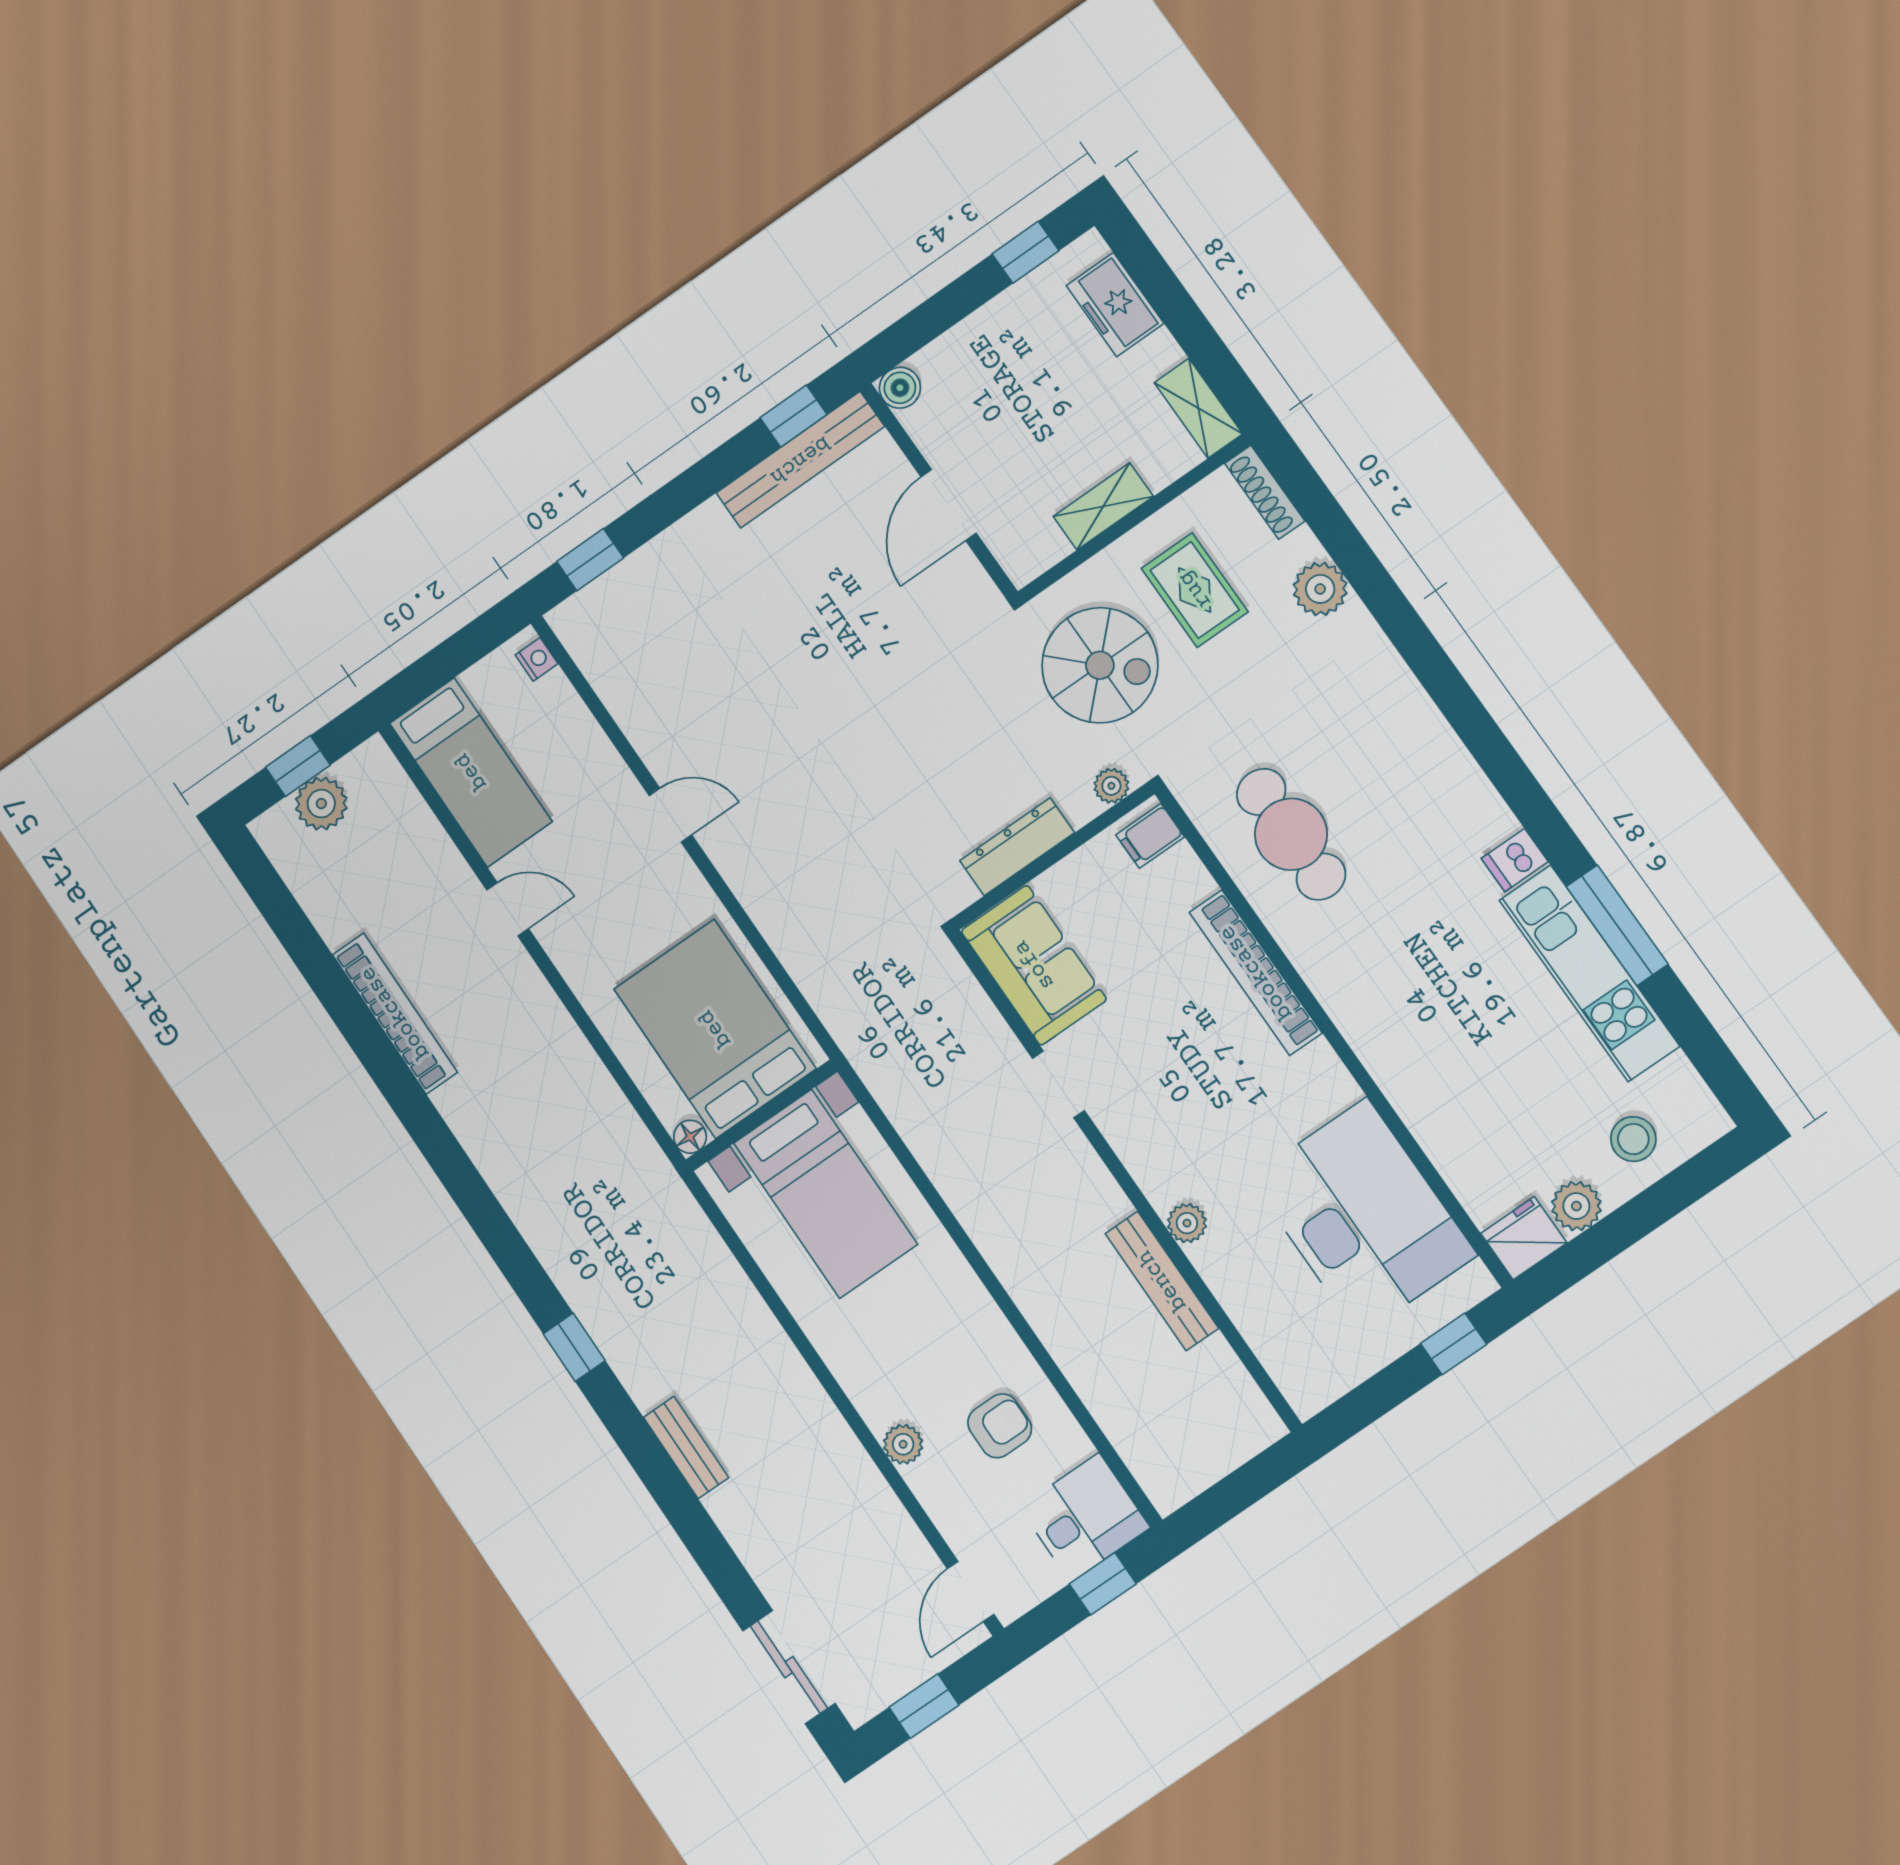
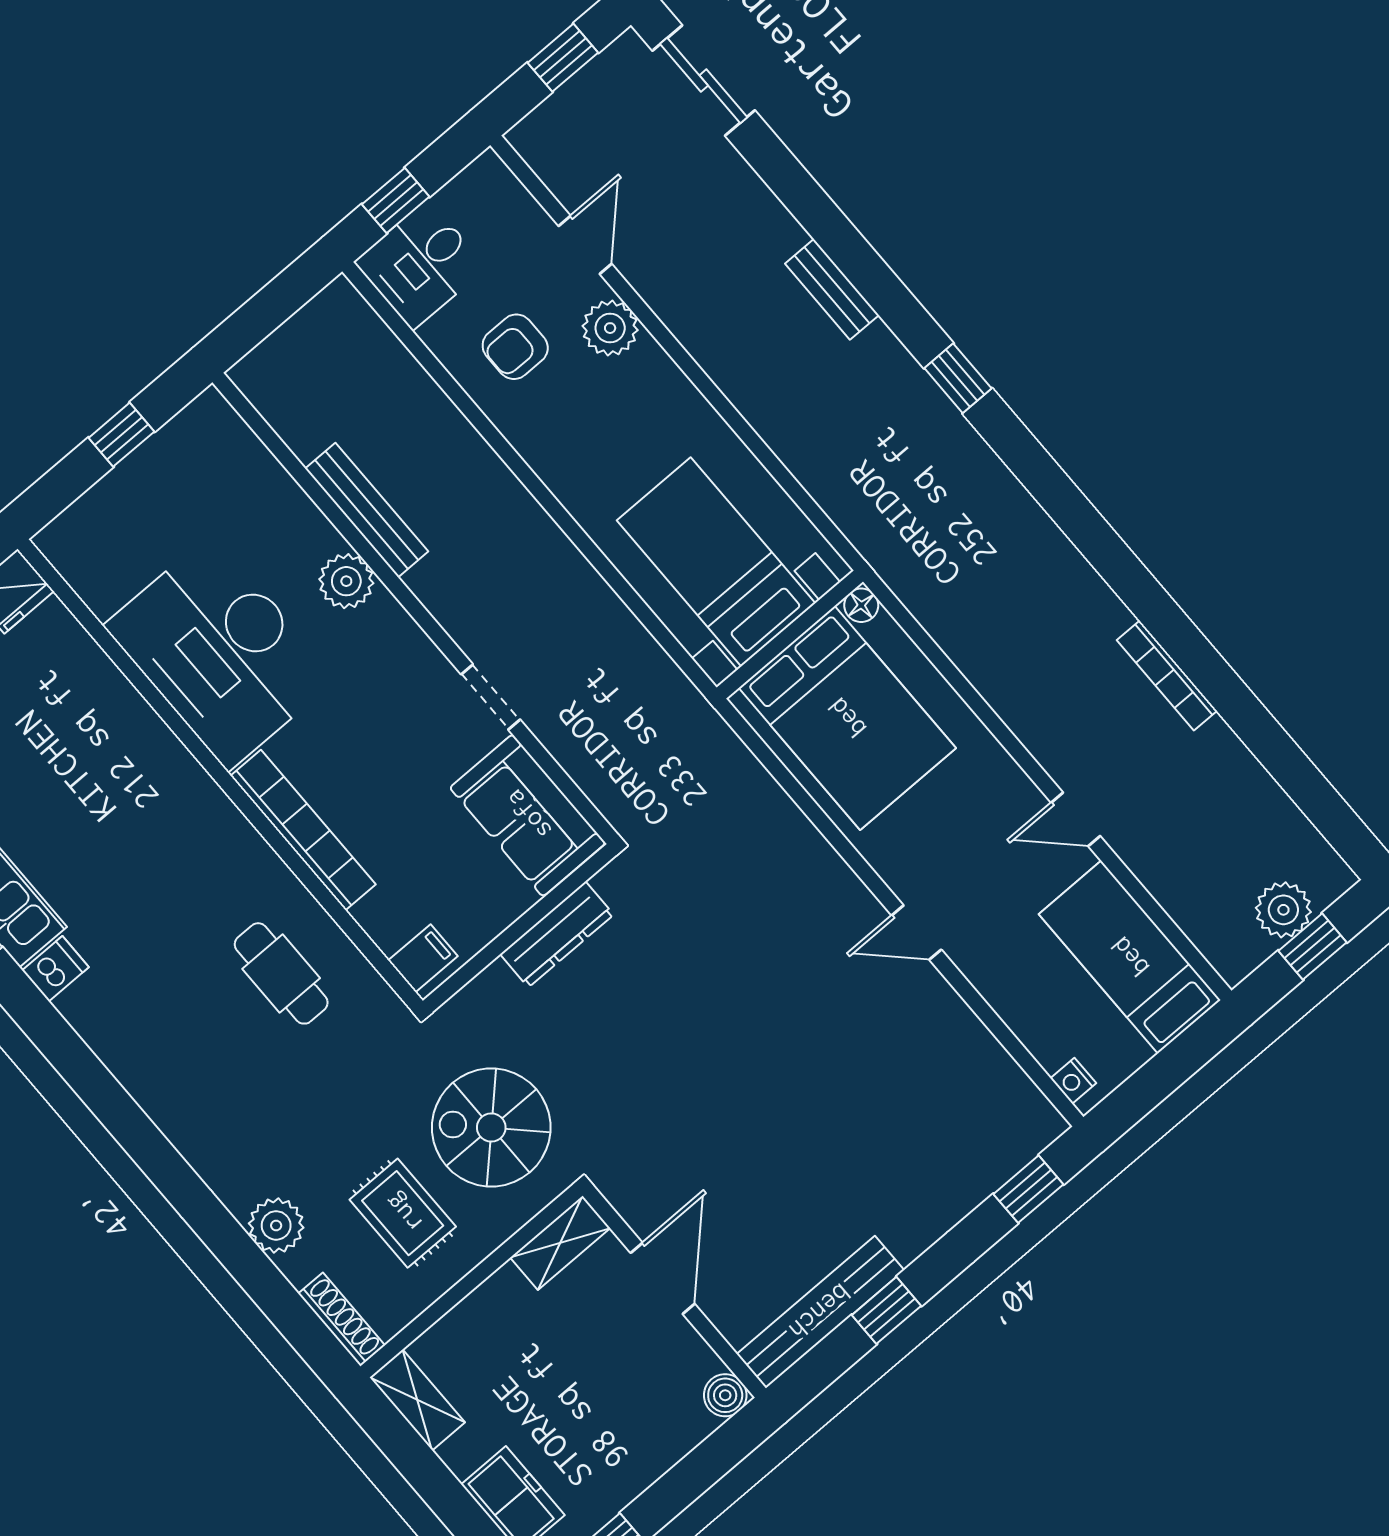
window: (793, 416) -> (886, 1310), moved
shelving: (1103, 506) -> (560, 1243), moved
plant: (1111, 786) -> (467, 1005), removed
cafe table: (1291, 834) -> (281, 973), width x0.73, depth x0.74
bookcase: (395, 1013) -> (1167, 675), width x0.68, depth x0.76
desk: (1363, 1216) -> (220, 652), moved
plant: (1187, 1223) -> (346, 581), width x1.38, depth x1.38
window: (1454, 1344) -> (121, 435), moved
plant: (903, 1444) -> (610, 328), width x1.38, depth x1.38
door: (971, 1591) -> (585, 245), moved

